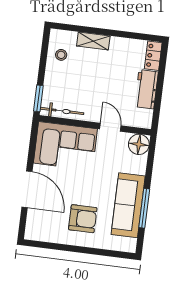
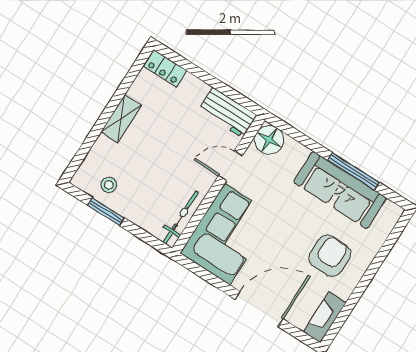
shelving: (93, 41) -> (121, 119), moved
workbench: (146, 89) -> (228, 113), moved
window: (38, 98) -> (106, 212), moved
fireplace: (42, 234) -> (325, 317), added

